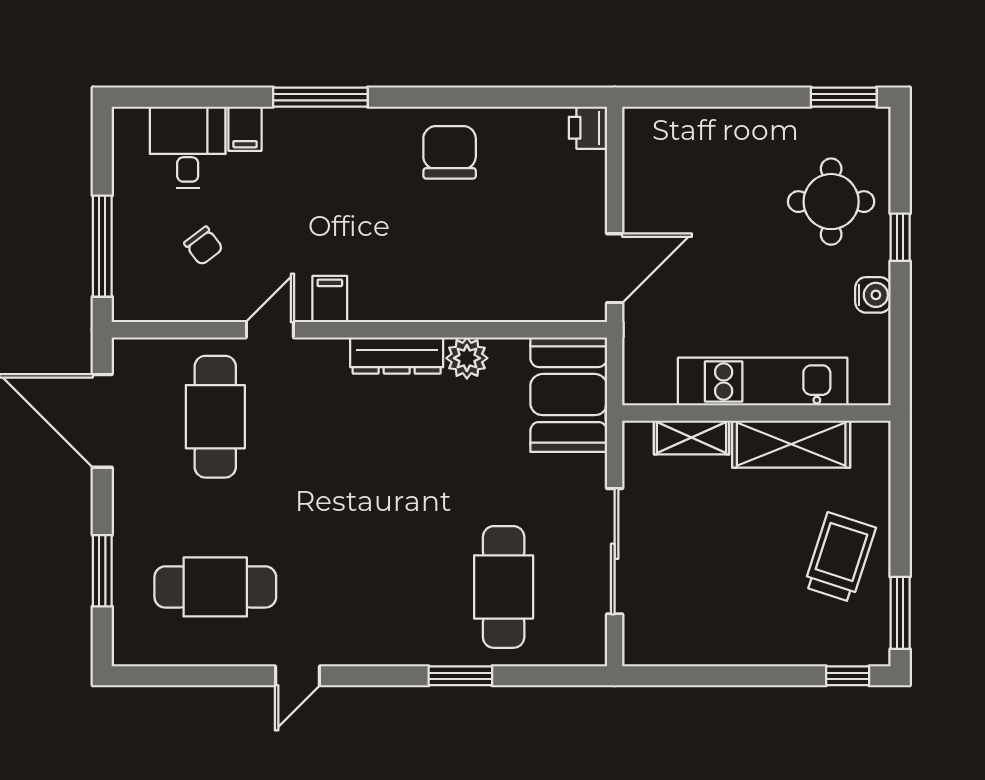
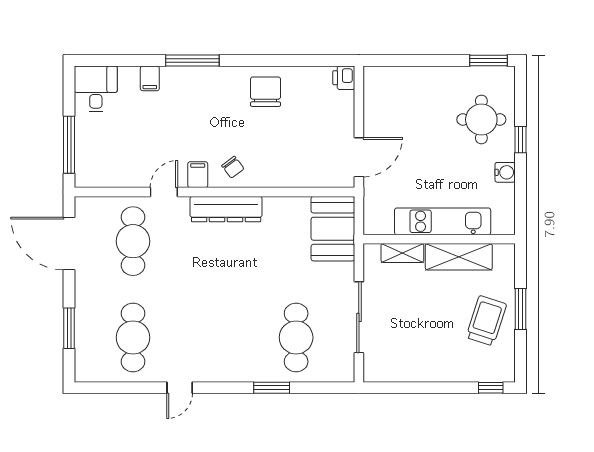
desk: (188, 147) -> (96, 89), moved
chair: (204, 246) -> (233, 167), moved
dresser: (397, 356) -> (226, 209), width x1.37, depth x1.24
plant: (467, 358) -> (275, 208), removed
cafe table: (215, 587) -> (133, 337), turned 90
window: (900, 613) -> (520, 309), moved

